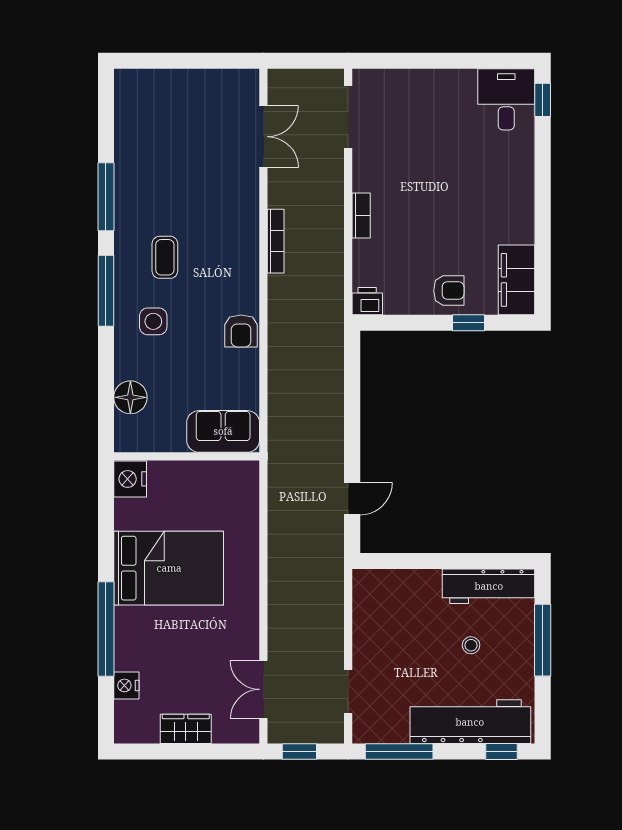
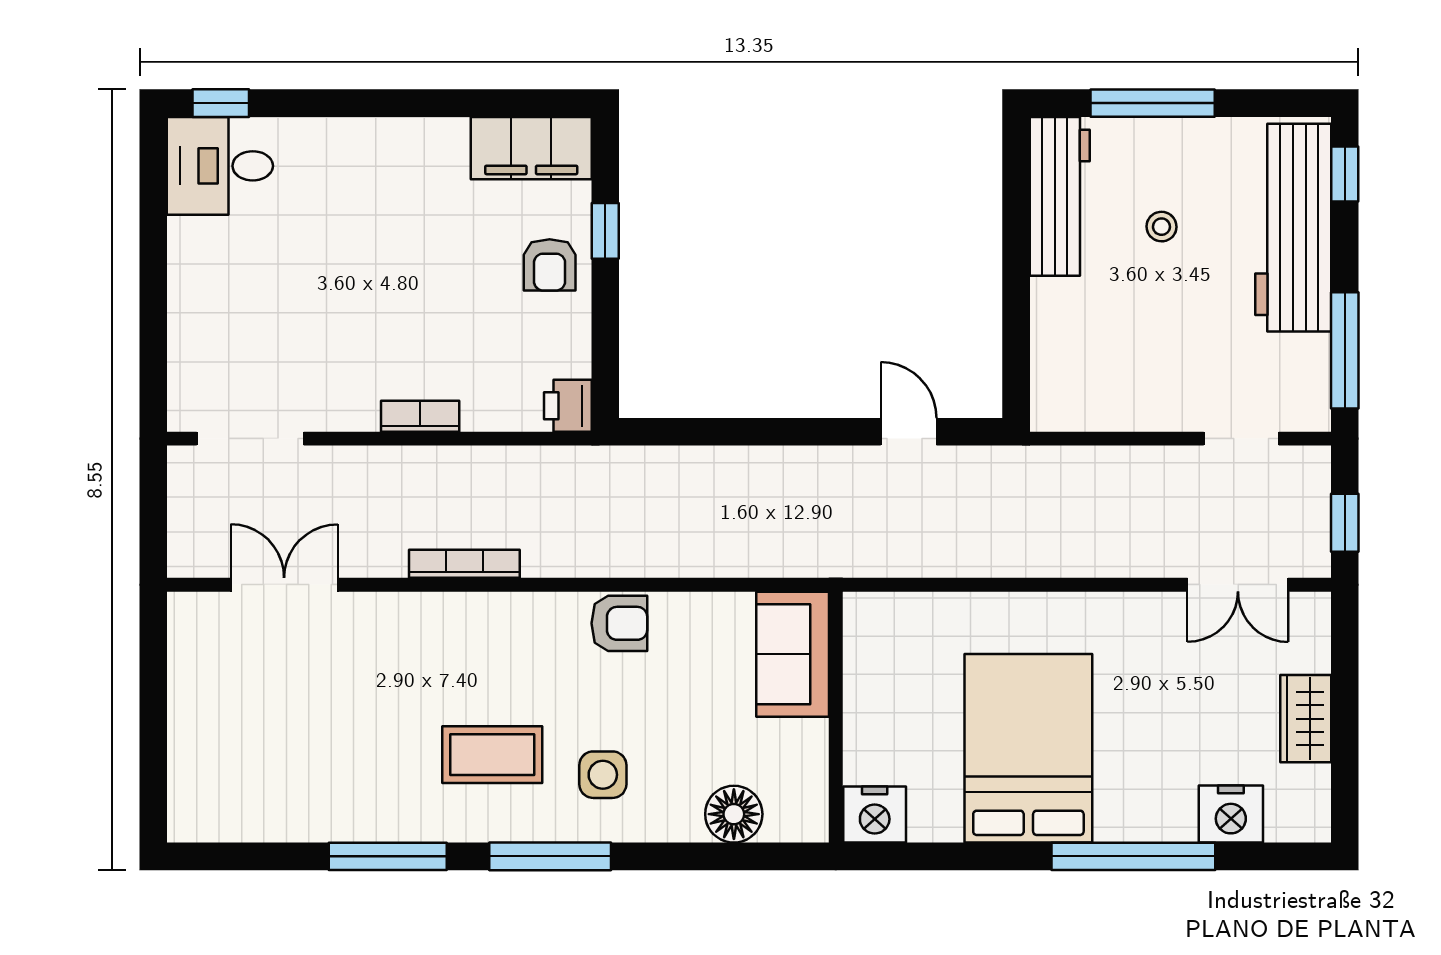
coffee table: (165, 257) -> (492, 755), width x1.36, depth x1.30
armchair: (449, 291) -> (550, 265), turned 180
nightstand: (126, 685) -> (1231, 814), width x1.36, depth x1.33

